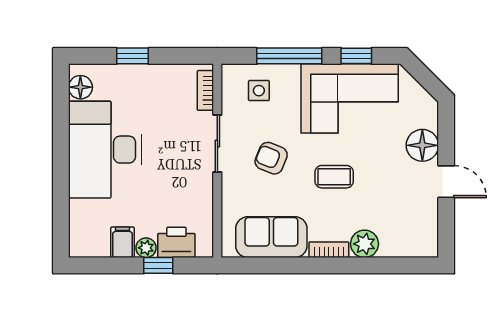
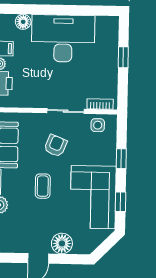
window: (289, 56) -> (121, 159), width x0.46
floor lamp: (80, 87) -> (23, 22), moved
side table: (259, 91) -> (98, 125), moved

